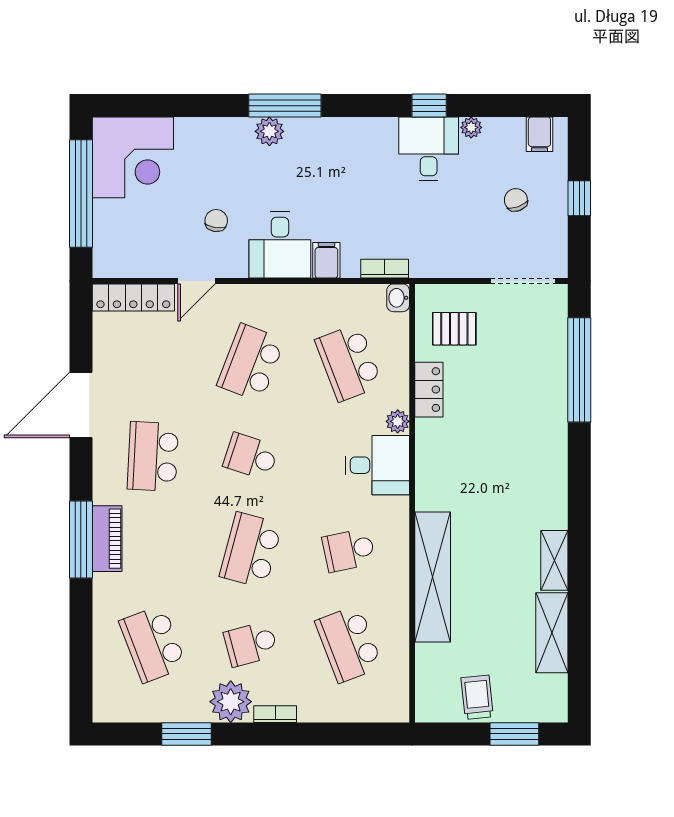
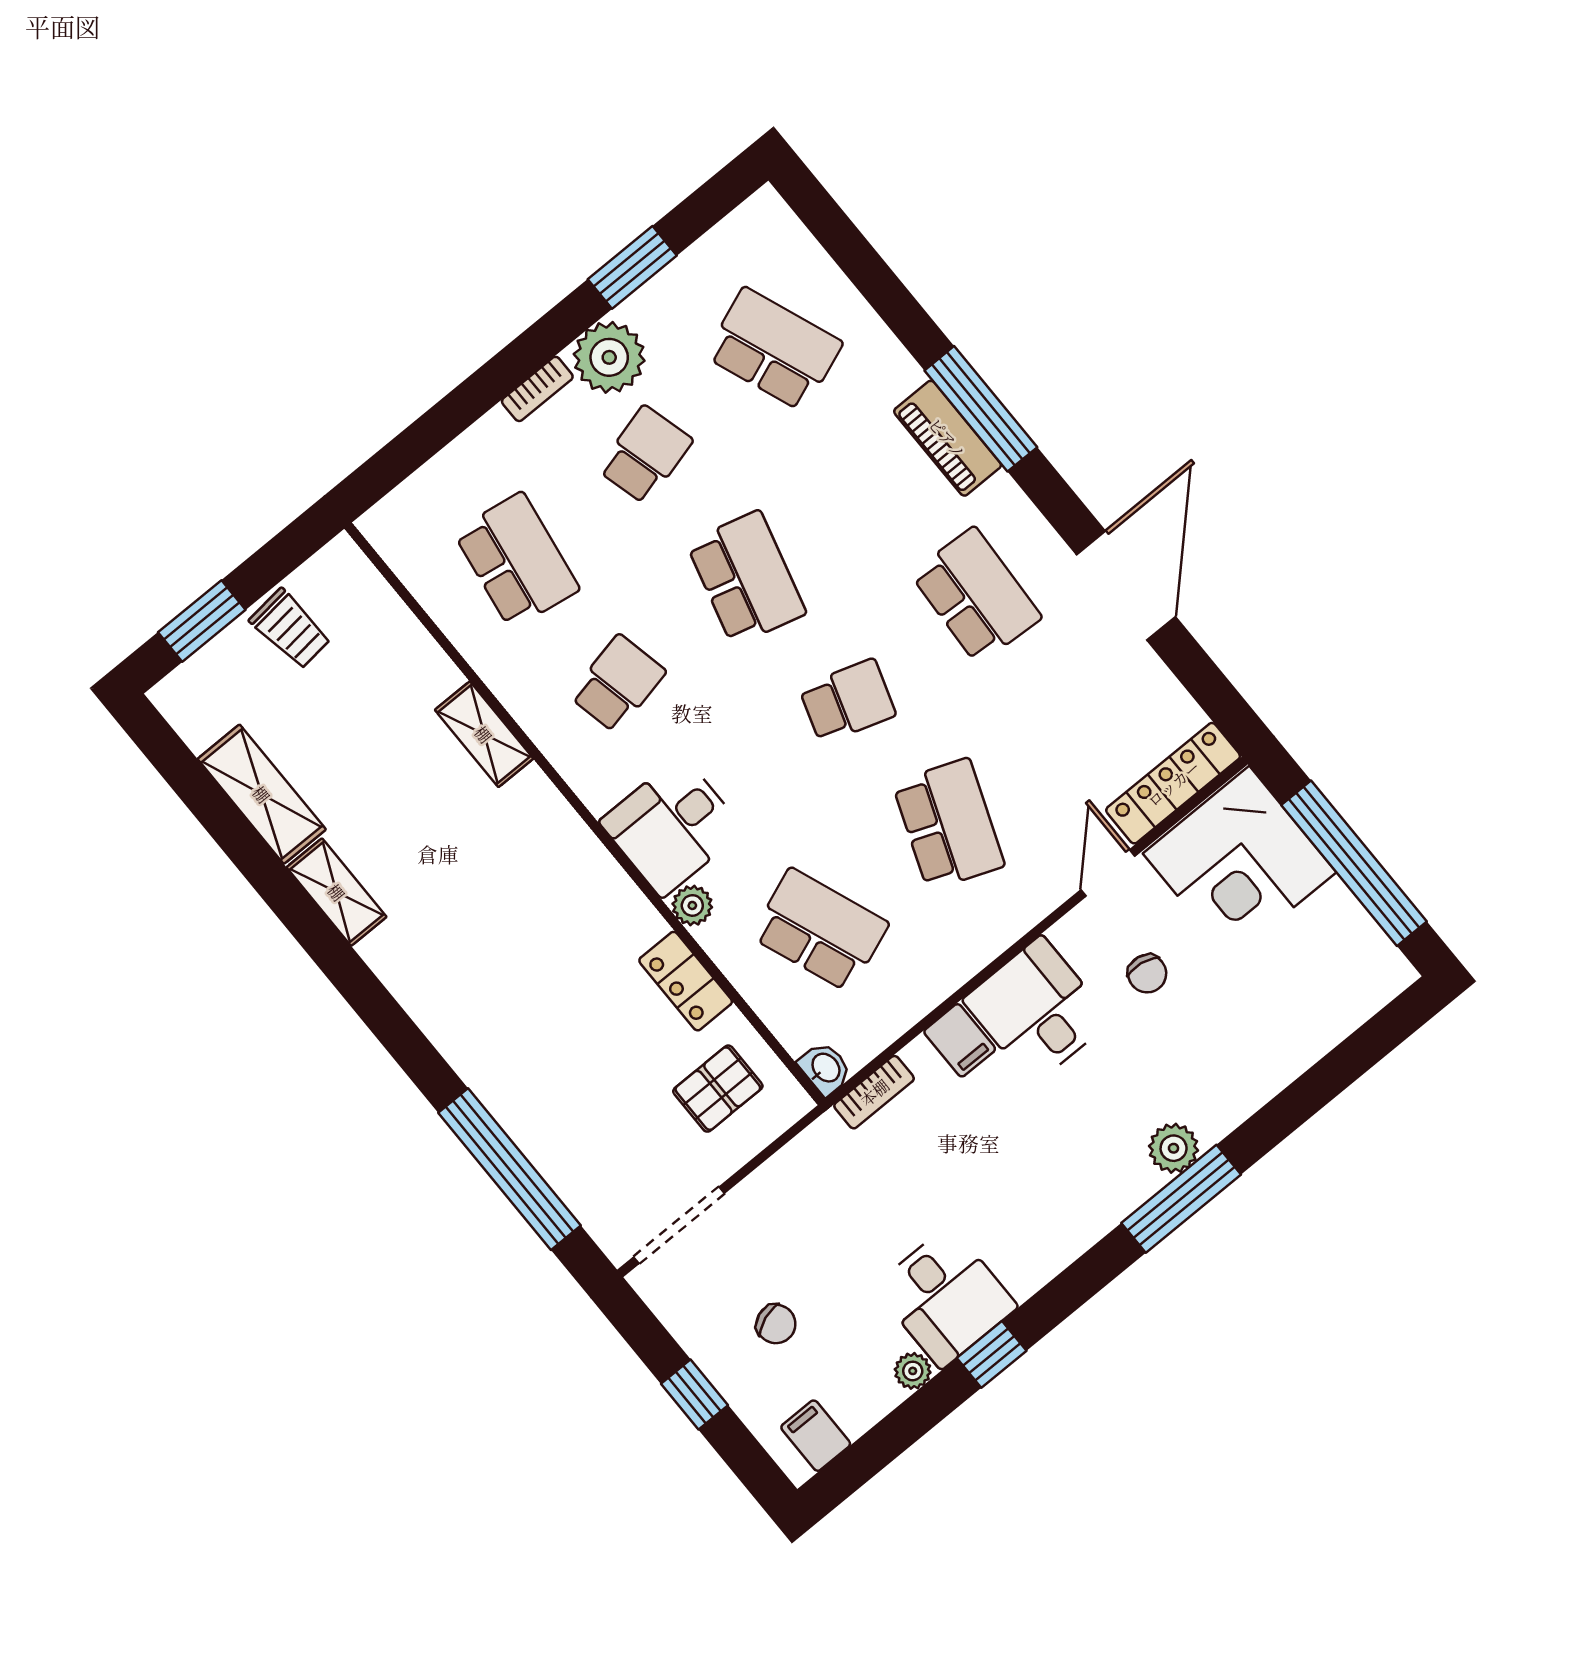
corner desk: (133, 157) -> (1240, 863), moved, turned -90
shelving: (433, 577) -> (484, 734), width x0.45, depth x0.75
school desk: (349, 644) -> (516, 561), turned 30

